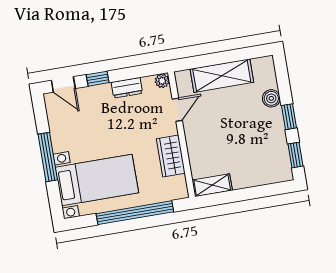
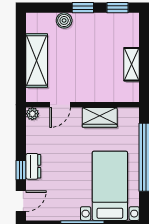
dresser: (127, 88) -> (33, 166), moved
door: (177, 110) -> (60, 105), swing flipped
shelving: (212, 185) -> (132, 64), moved

